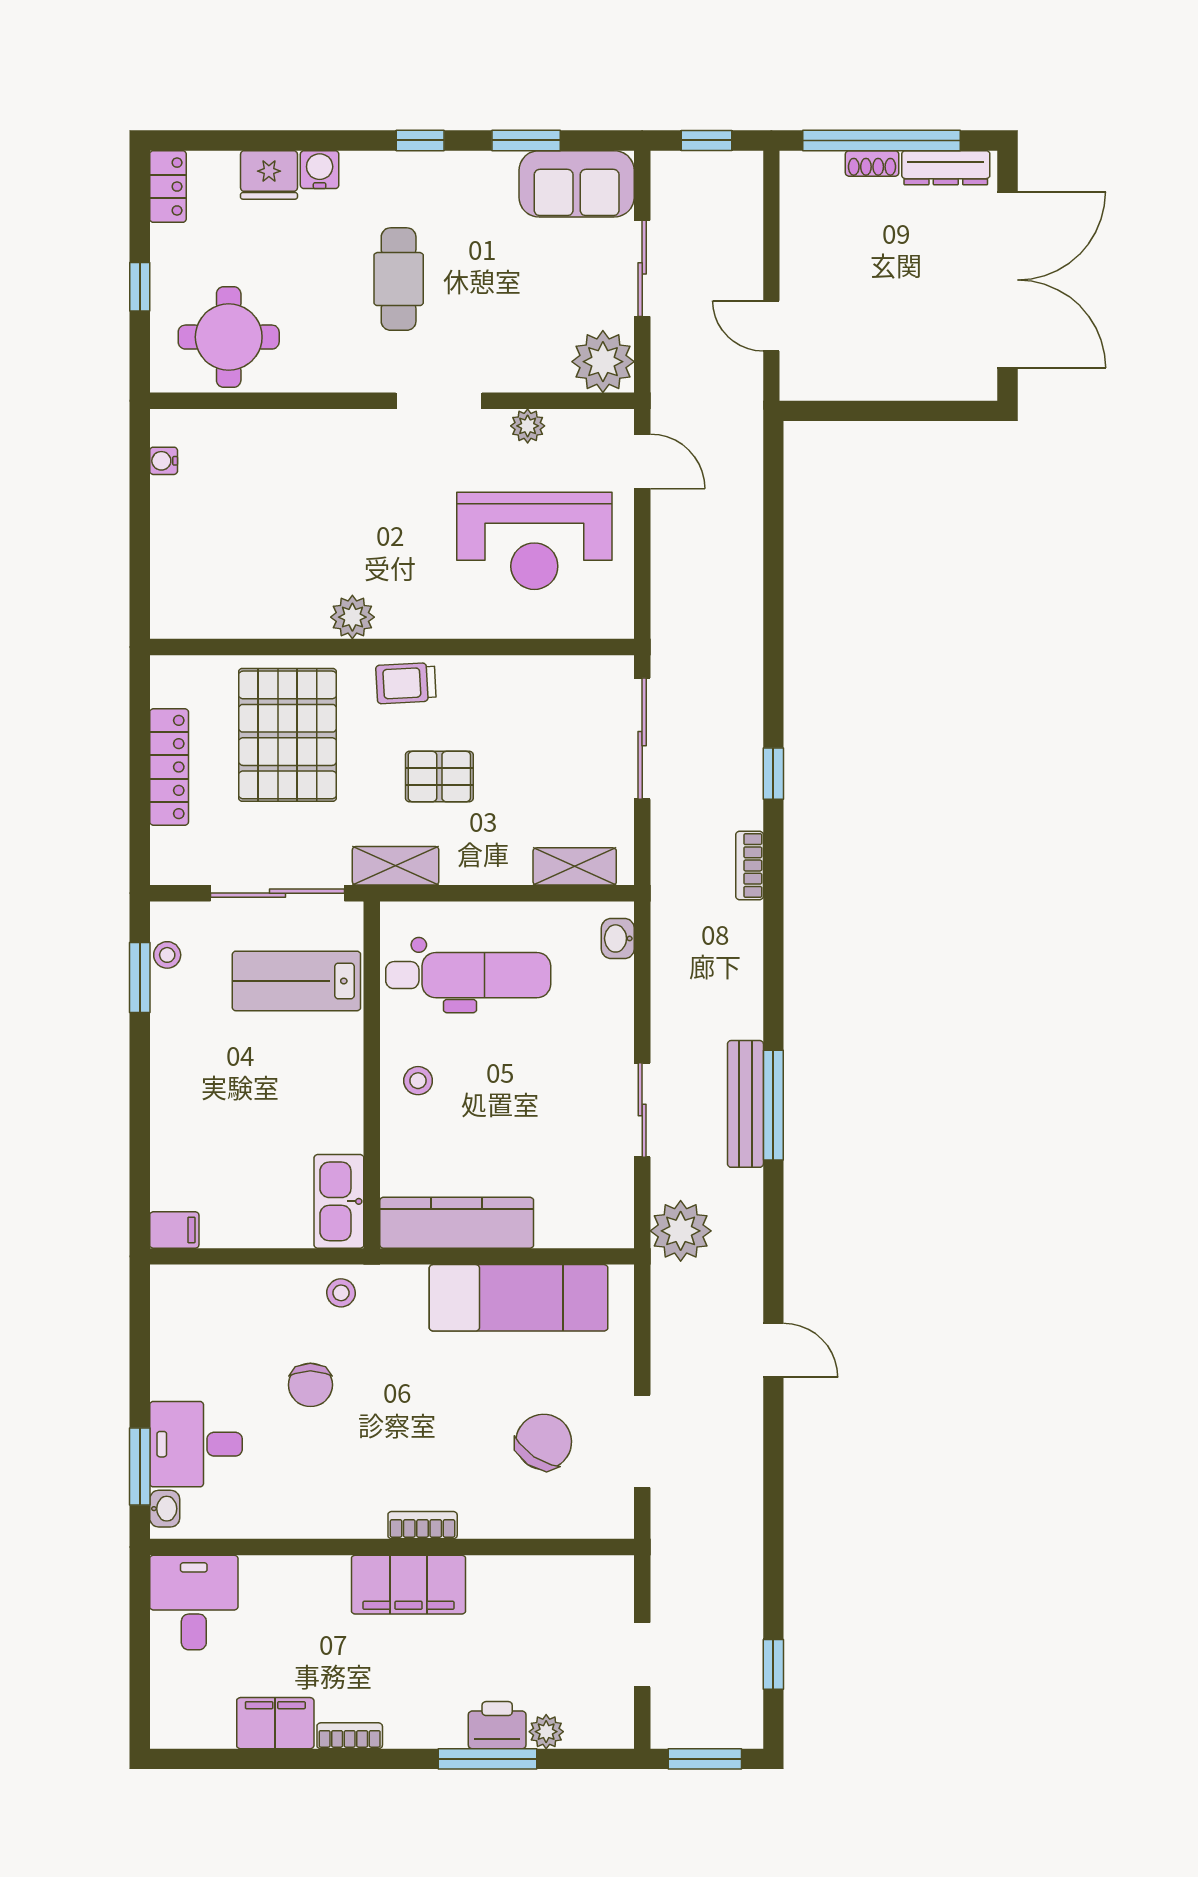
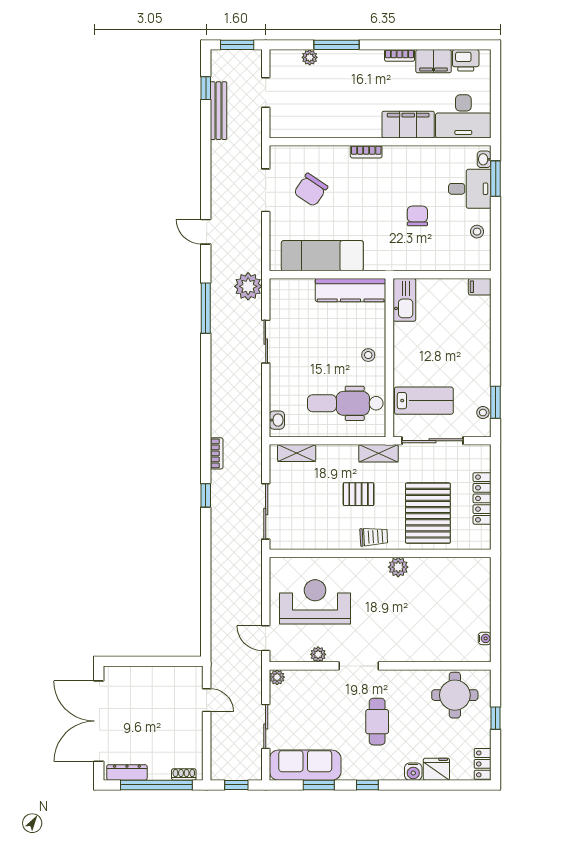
shoe rack: (872, 163) -> (184, 774), moved
sofa: (577, 184) -> (305, 765), width x1.36
plant: (603, 362) -> (277, 677), width x0.53, depth x0.53
bench: (745, 1104) -> (219, 111), moved
window: (773, 1105) -> (206, 308), moved
stool: (341, 1293) -> (477, 232), moved
filing cabinet: (408, 1585) -> (408, 125), moved
desk: (194, 1603) -> (463, 116), width x1.37
printer: (497, 1725) -> (466, 60), moved

